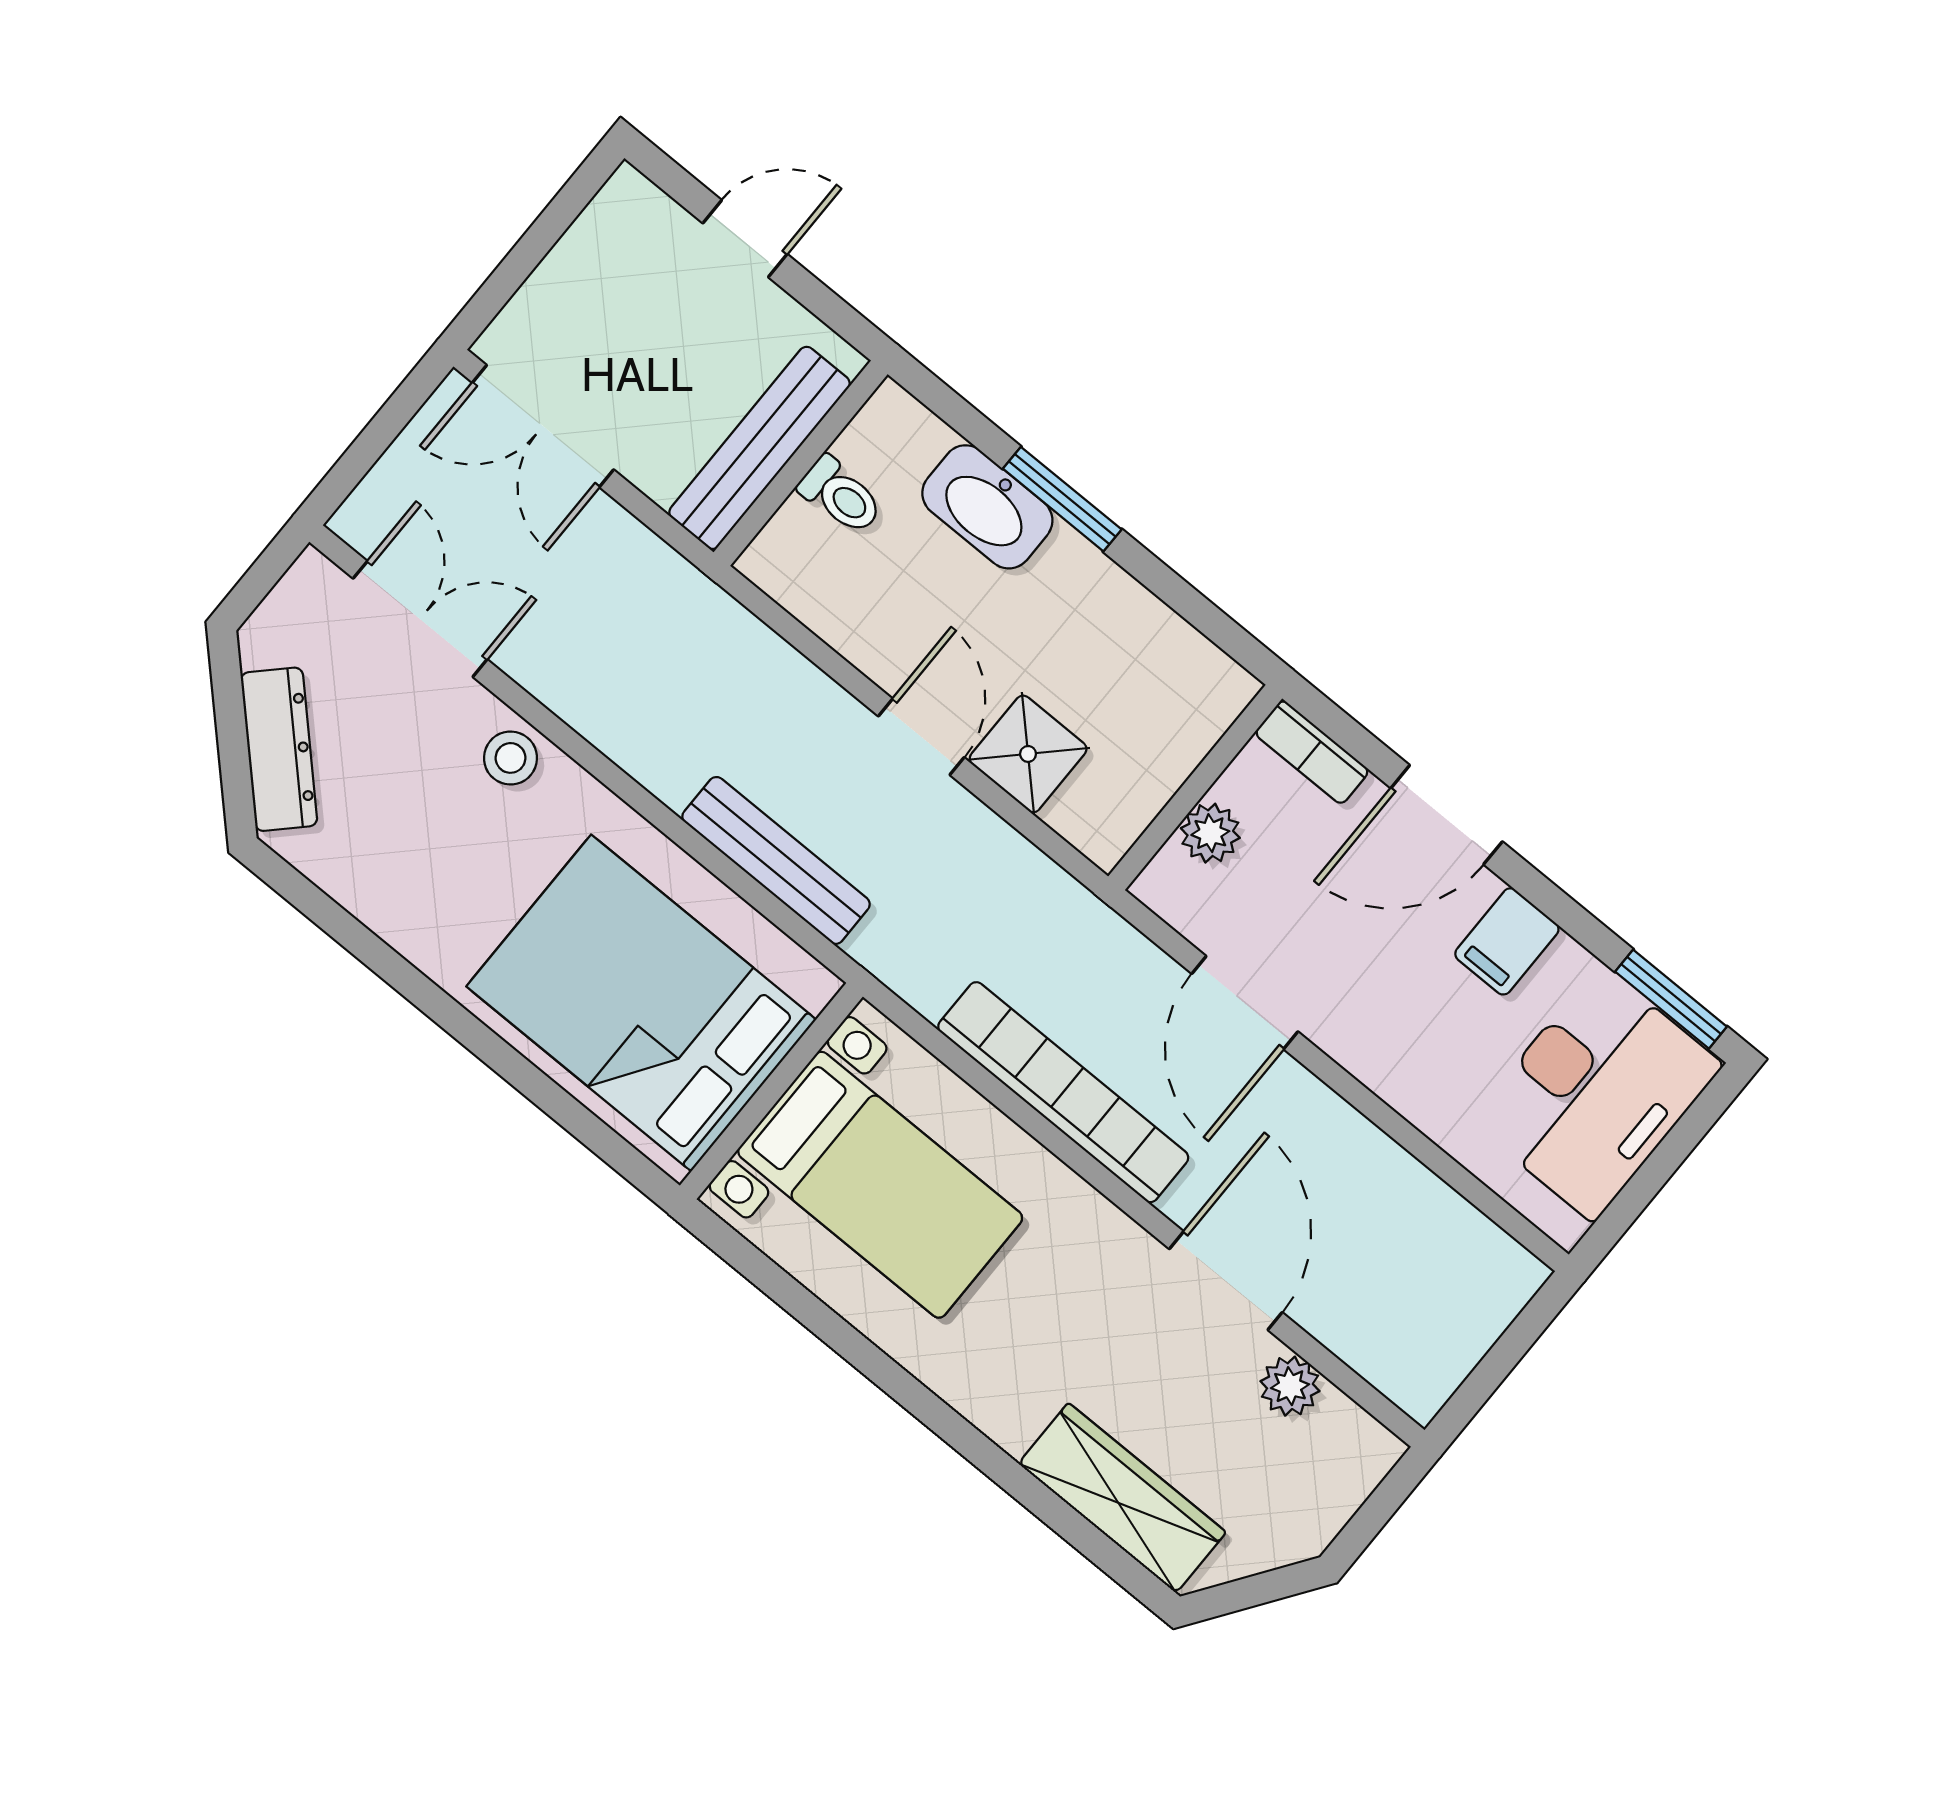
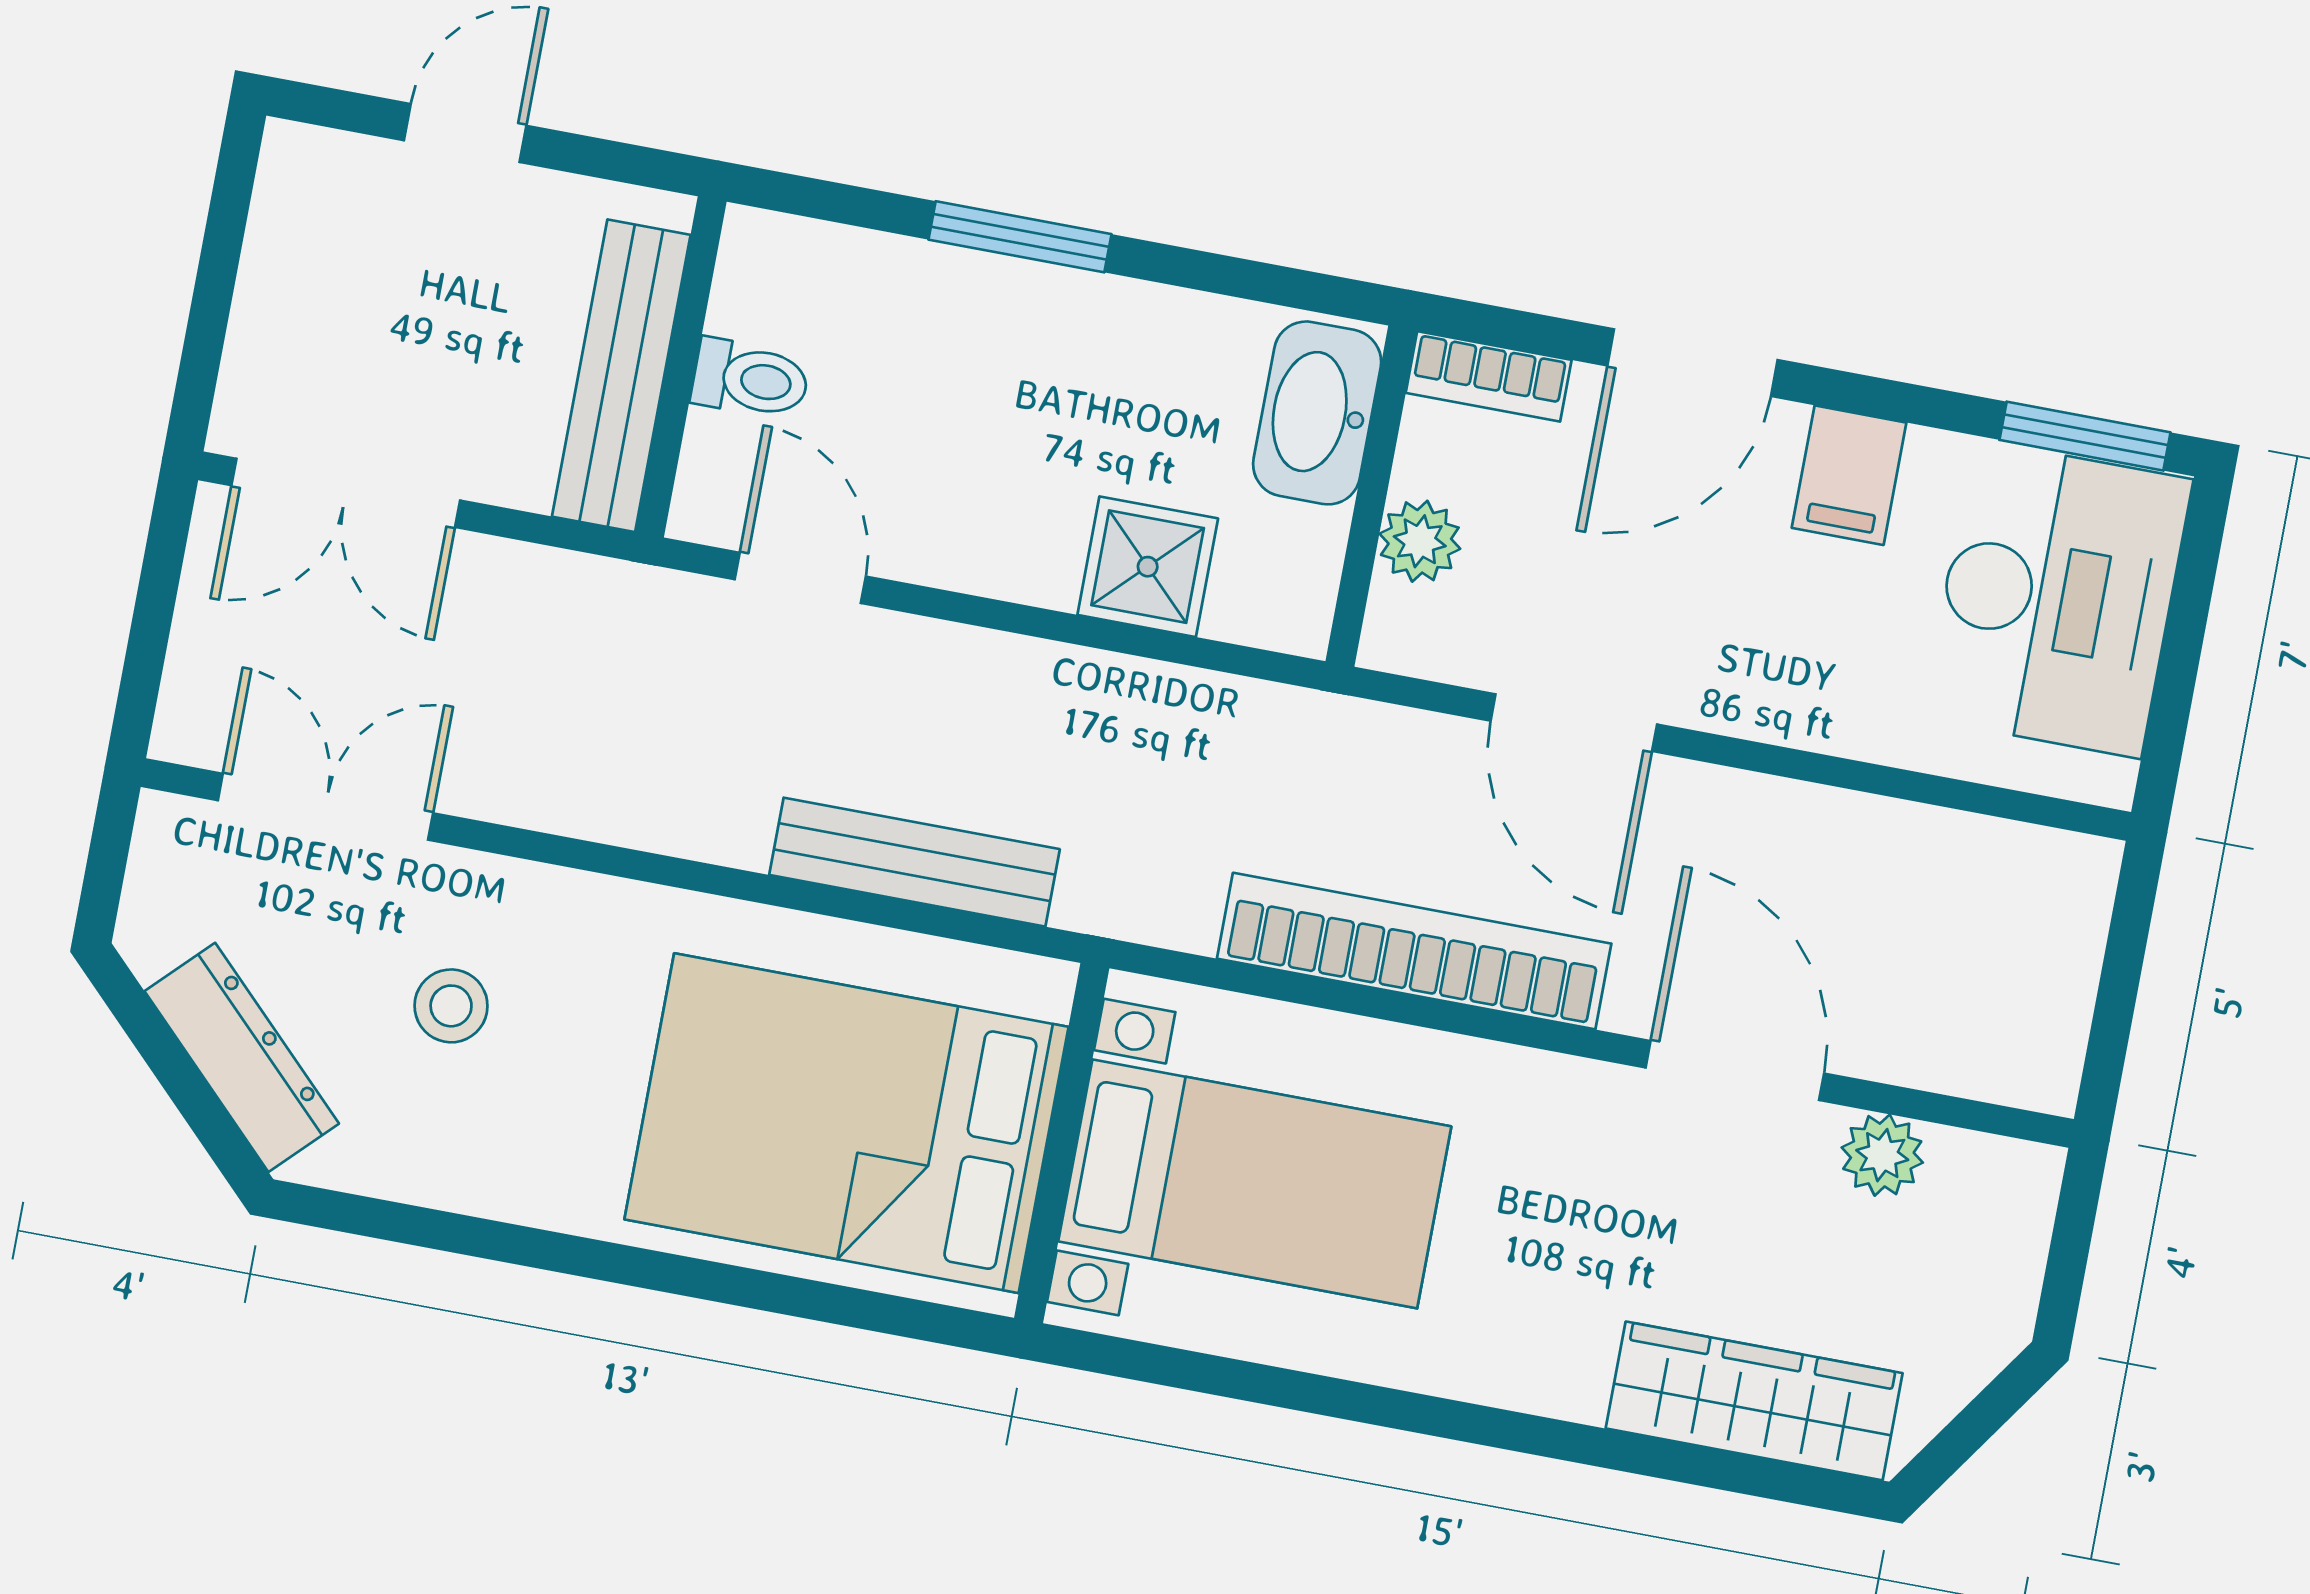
washbasin: (987, 507) -> (1317, 413), moved, turned 90
door: (921, 737) -> (800, 578), moved
stool: (511, 758) -> (451, 1006), moved

